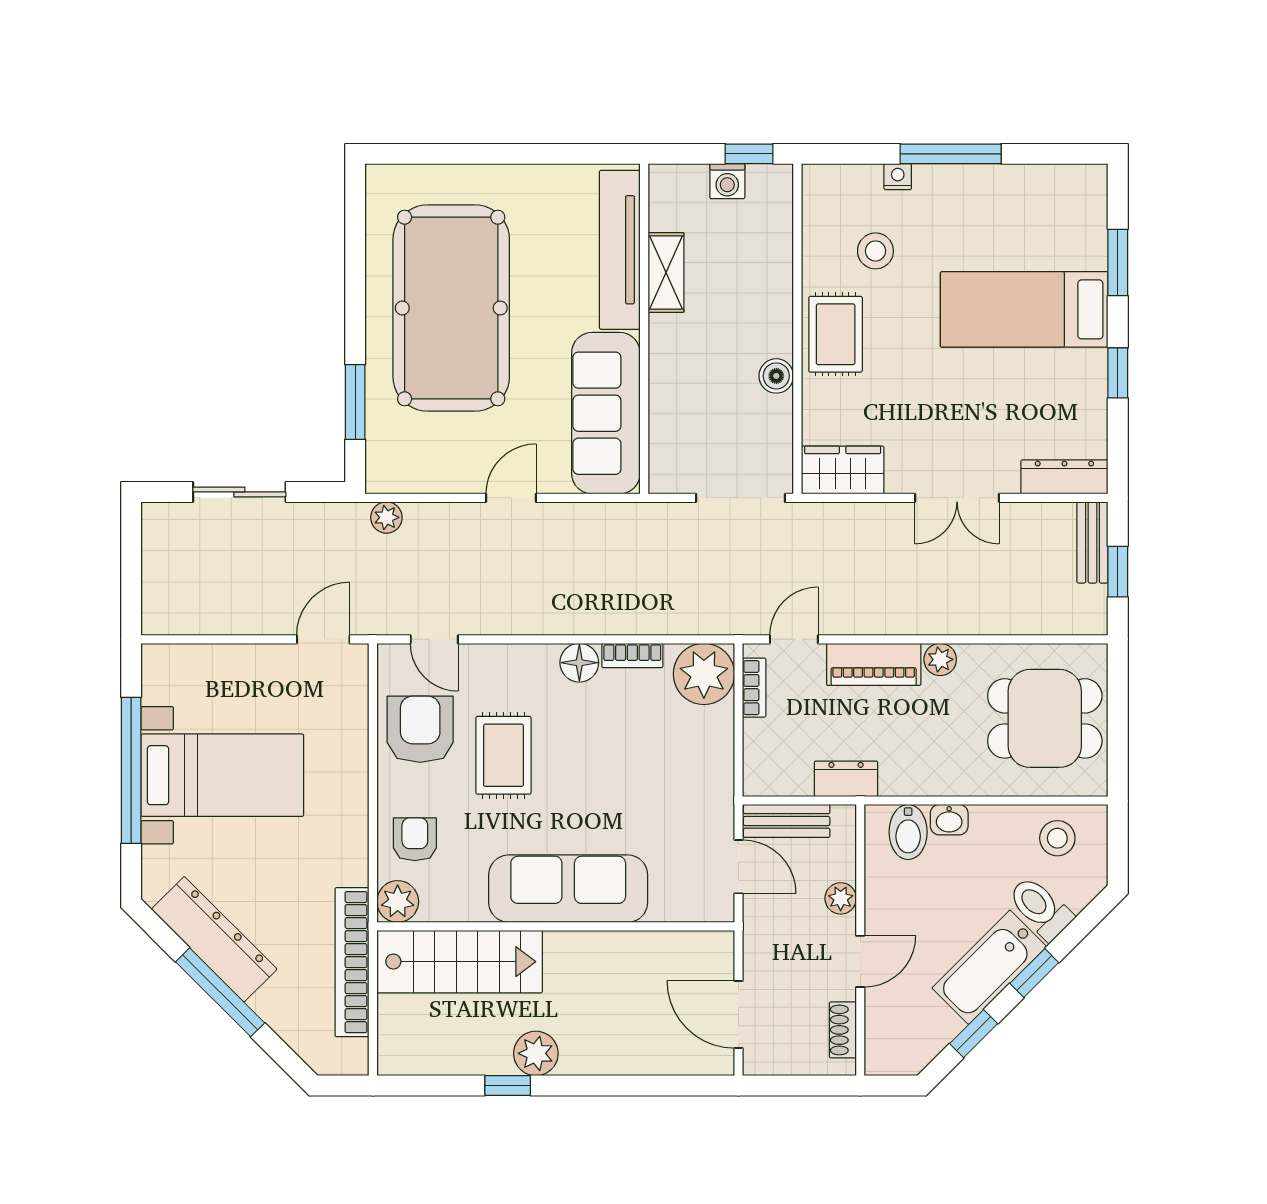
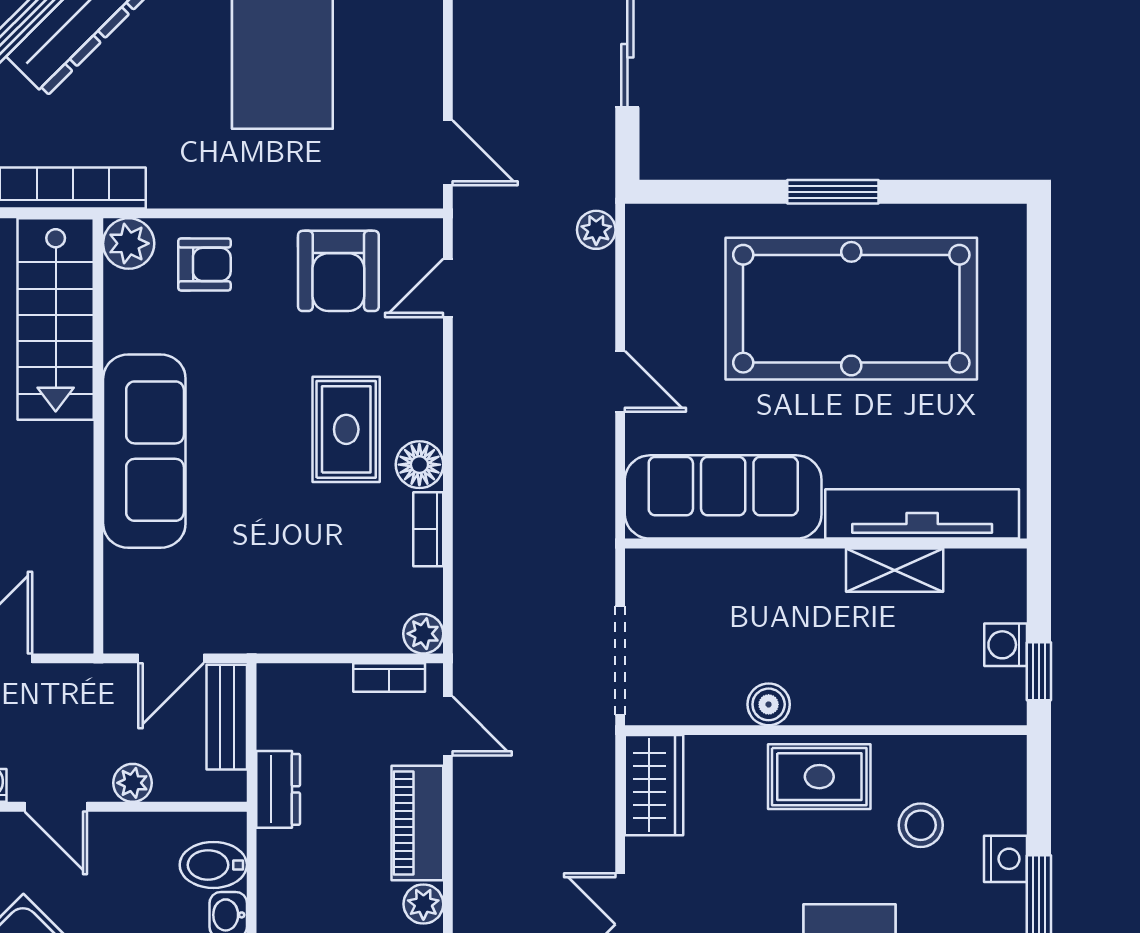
nightstand: (898, 177) -> (1006, 859), width x1.39, depth x1.35
window: (355, 402) -> (833, 192), moved
plant: (704, 674) -> (423, 634), width x0.53, depth x0.53
armchair: (420, 729) -> (338, 271), turned 90
rug: (503, 755) -> (346, 429), moved, turned 90

